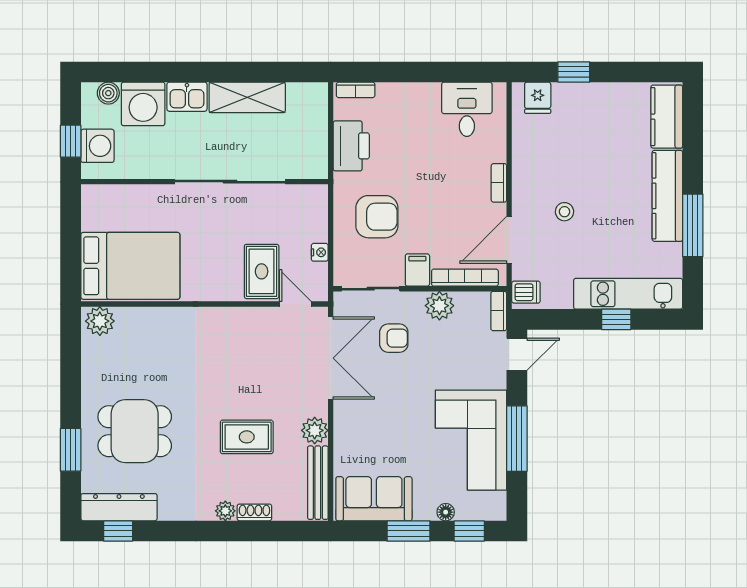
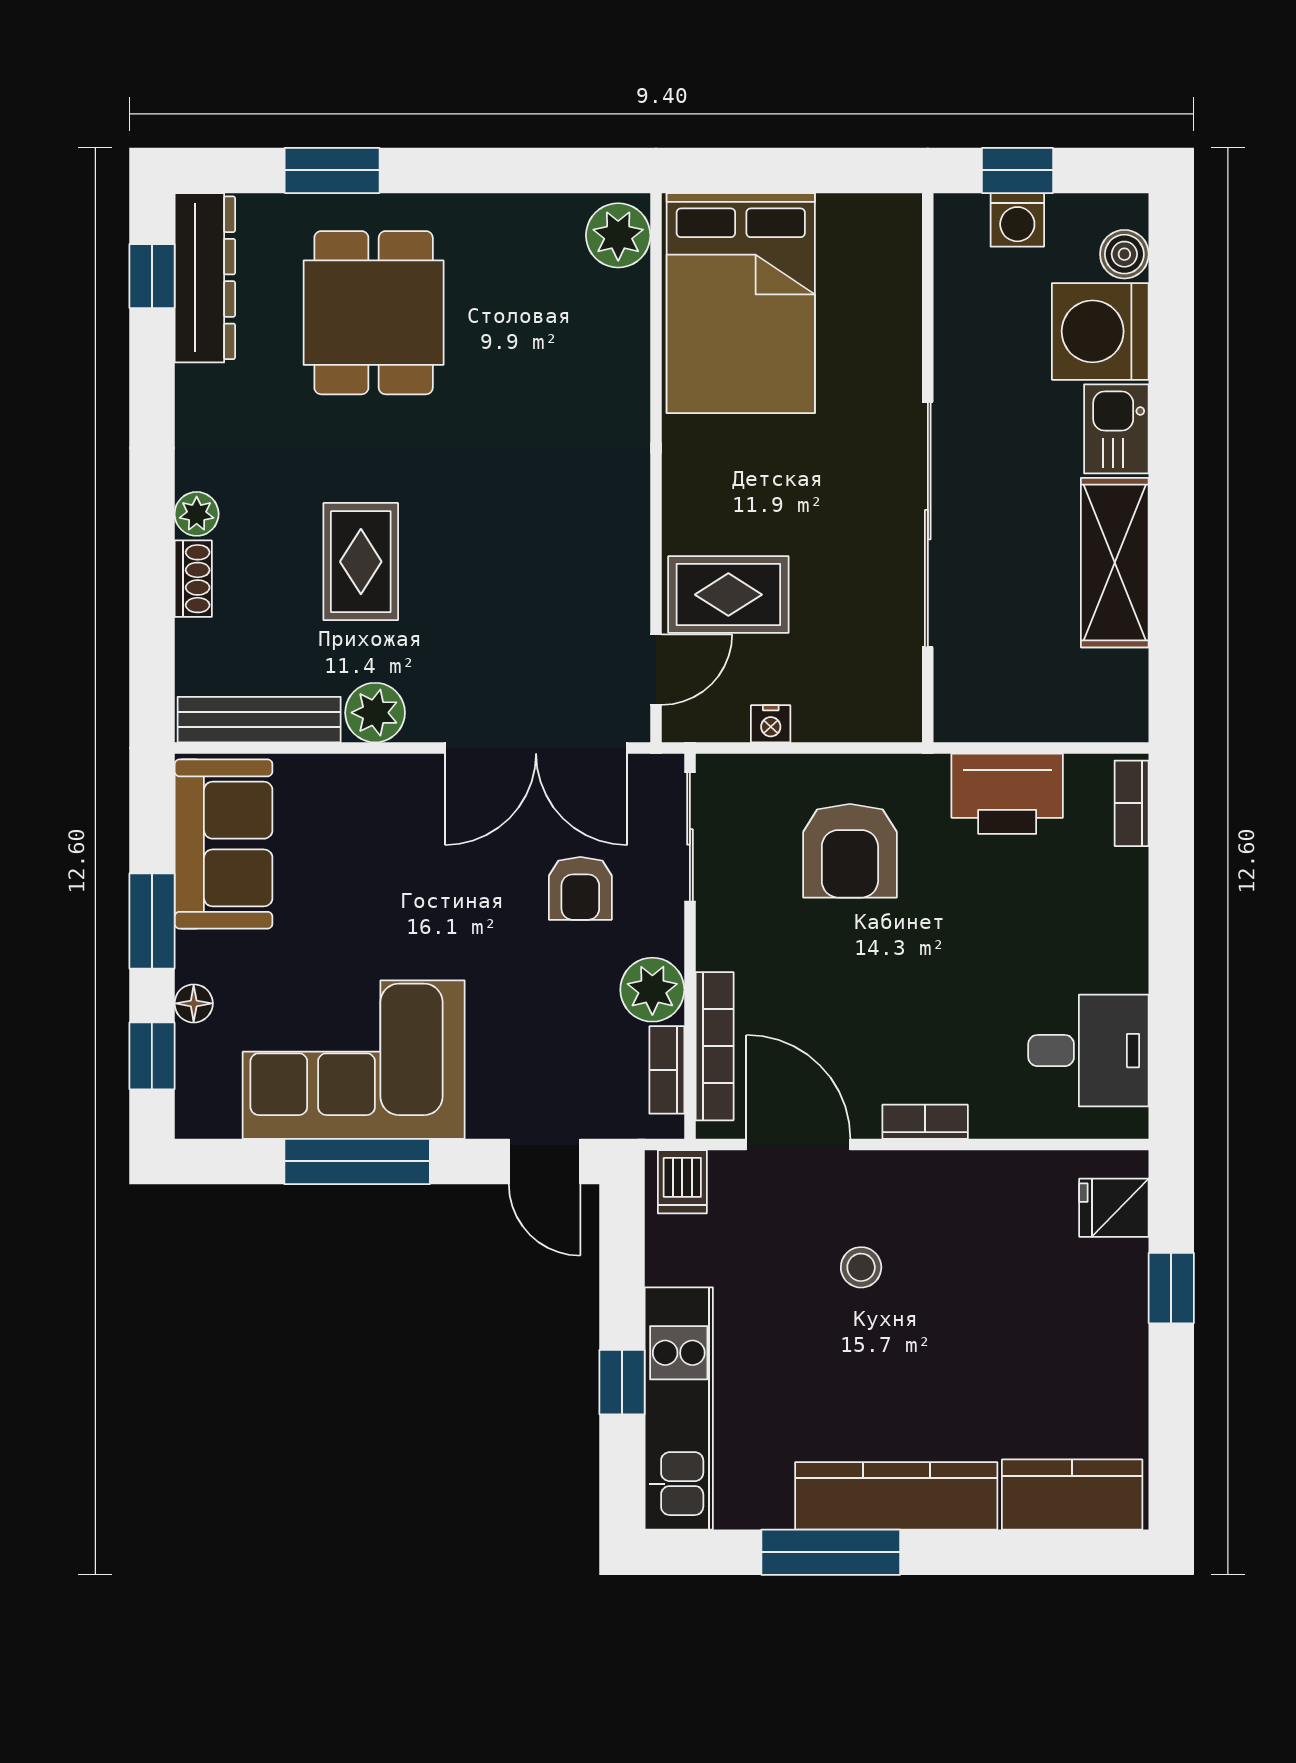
washing machine: (97, 146) -> (1017, 220), width x0.73, depth x0.73
filing cabinet: (417, 270) -> (732, 941), removed
bookcase: (499, 311) -> (667, 1070), moved, turned -90

